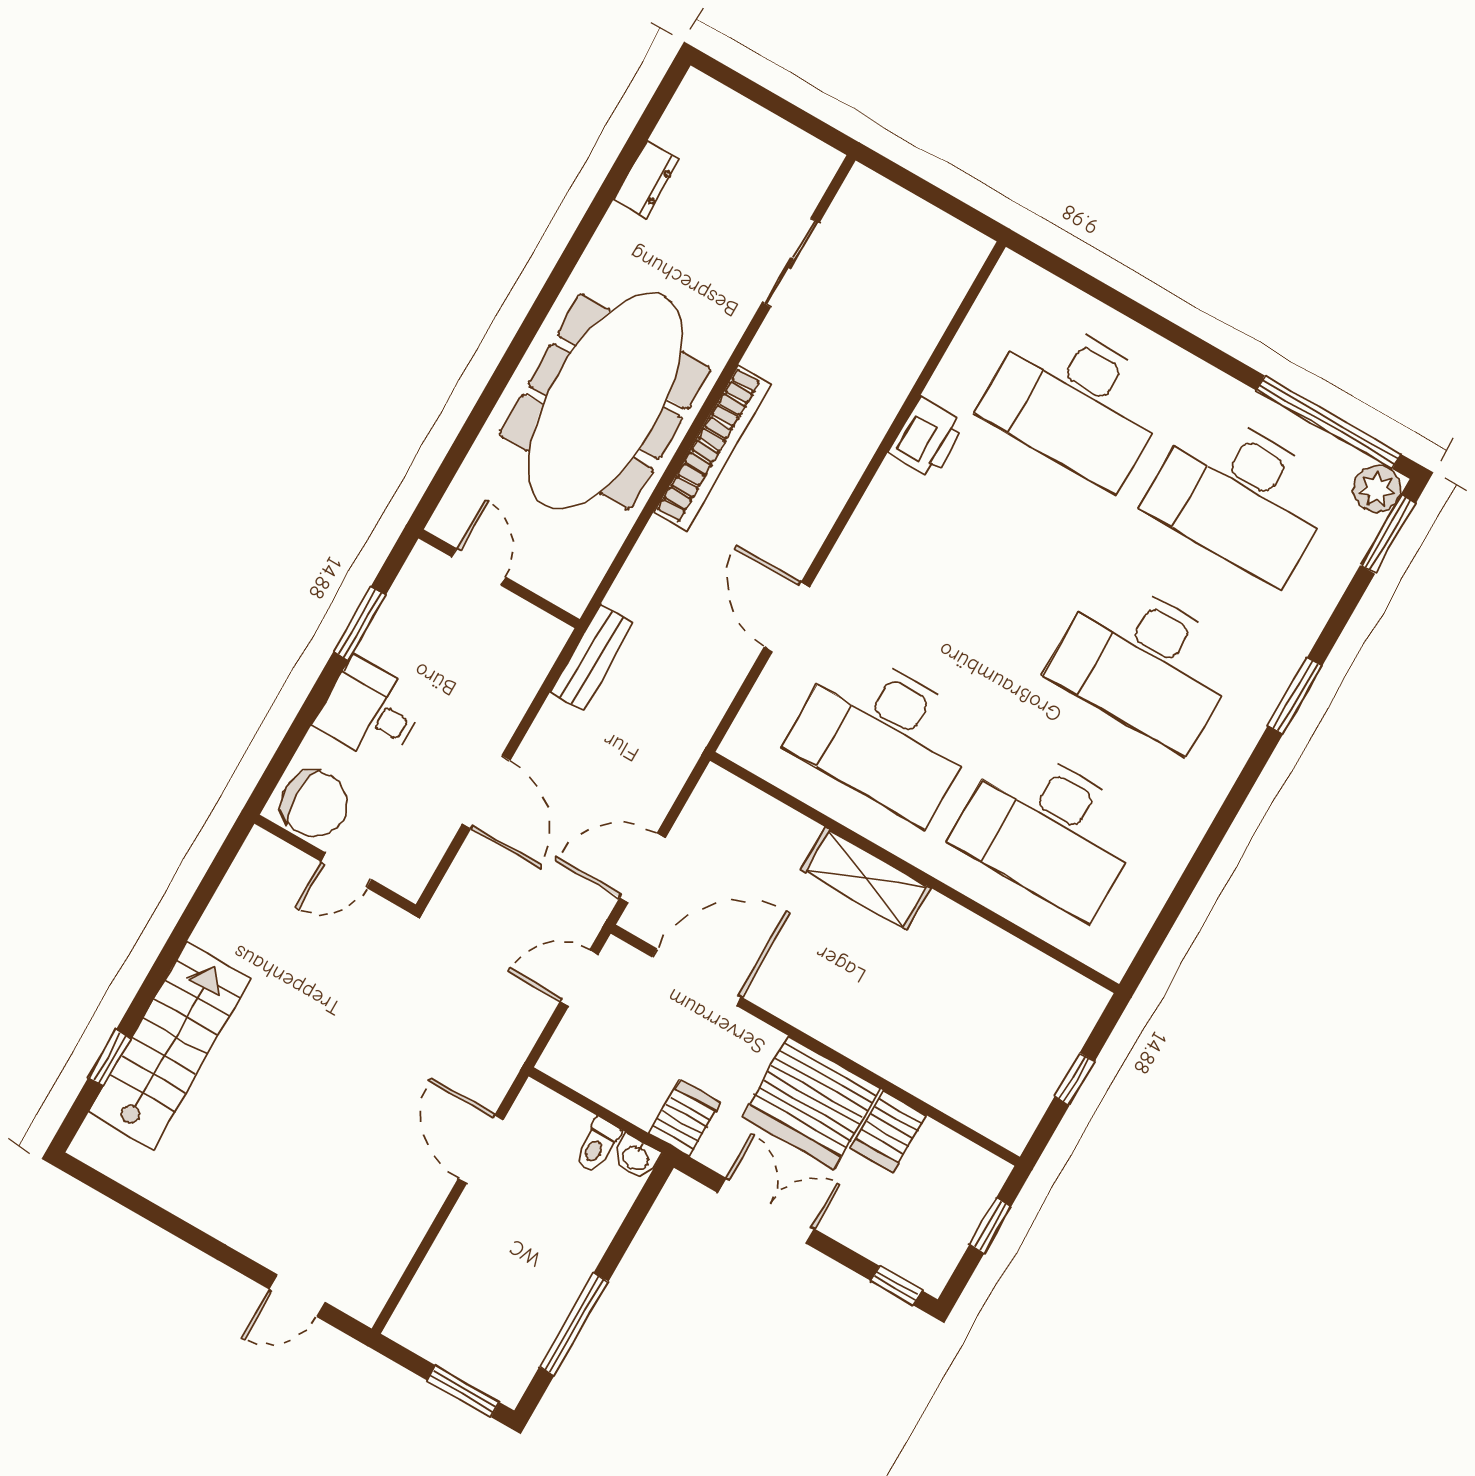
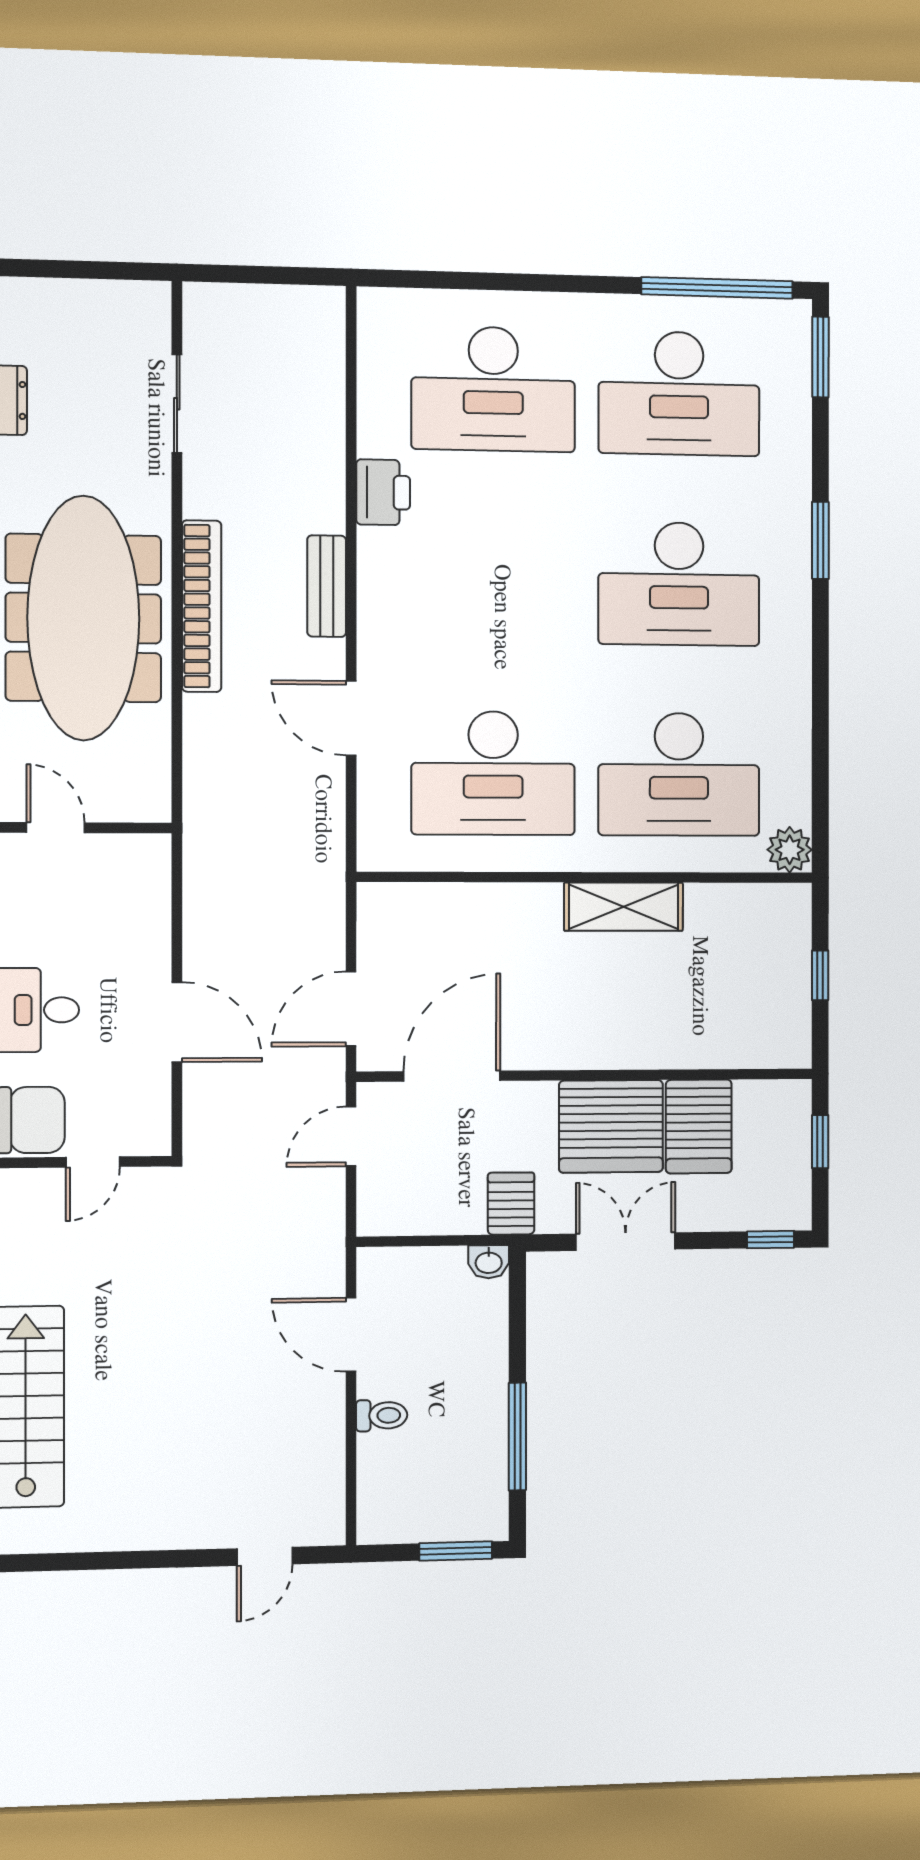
plant: (1377, 489) -> (790, 850), moved
bench: (592, 657) -> (327, 586), moved
shelving: (866, 879) -> (624, 907), moved
server rack: (889, 1131) -> (699, 1126), width x1.36, depth x1.44
toilet: (597, 1145) -> (382, 1415), moved, turned -90

